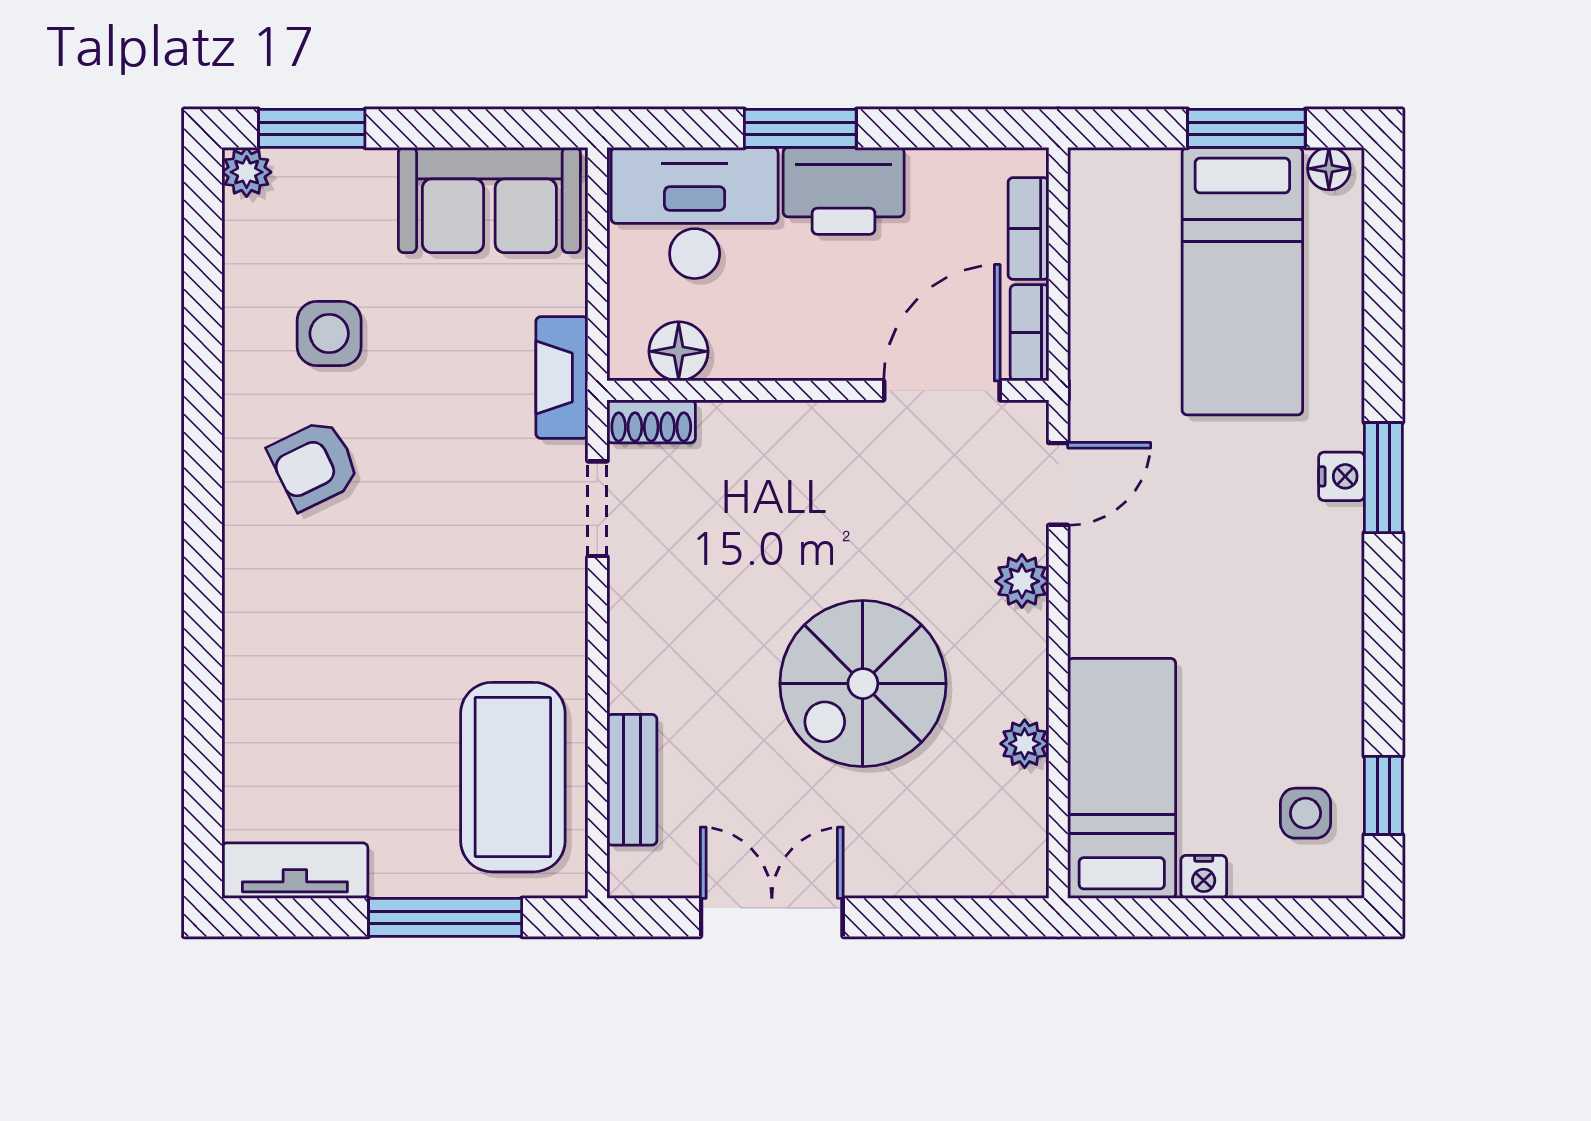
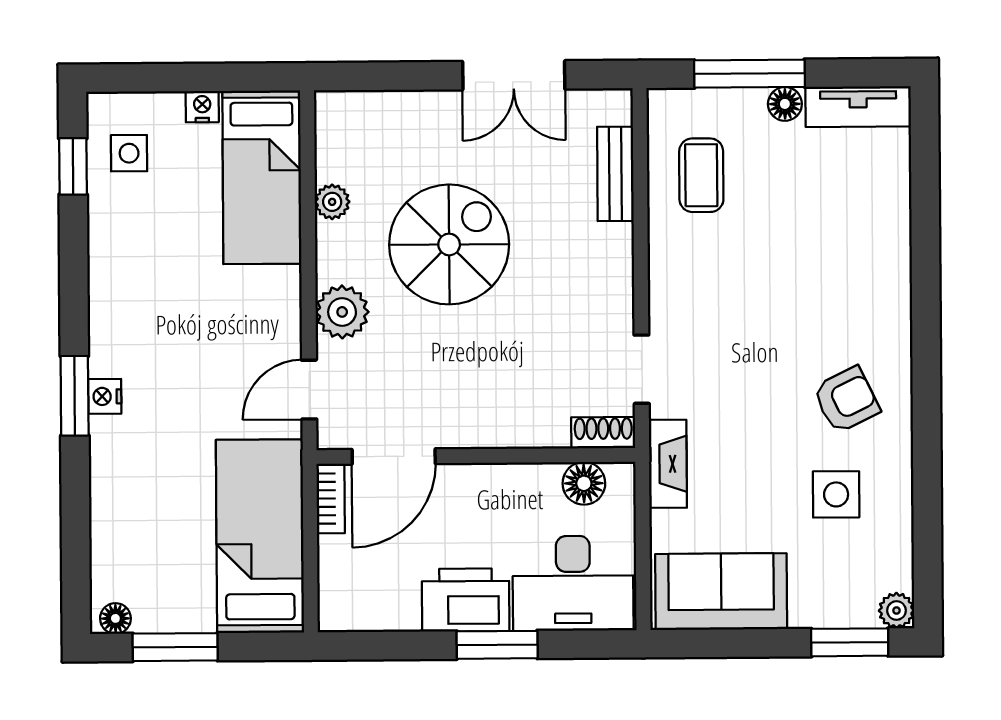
bookcase: (1028, 229) -> (332, 574), removed
bed: (1242, 281) -> (260, 536), moved
plant: (1022, 581) -> (342, 312), width x1.38, depth x1.38
coffee table: (513, 777) -> (701, 175), width x0.54, depth x0.58
floor lamp: (396, 875) -> (785, 104), added

